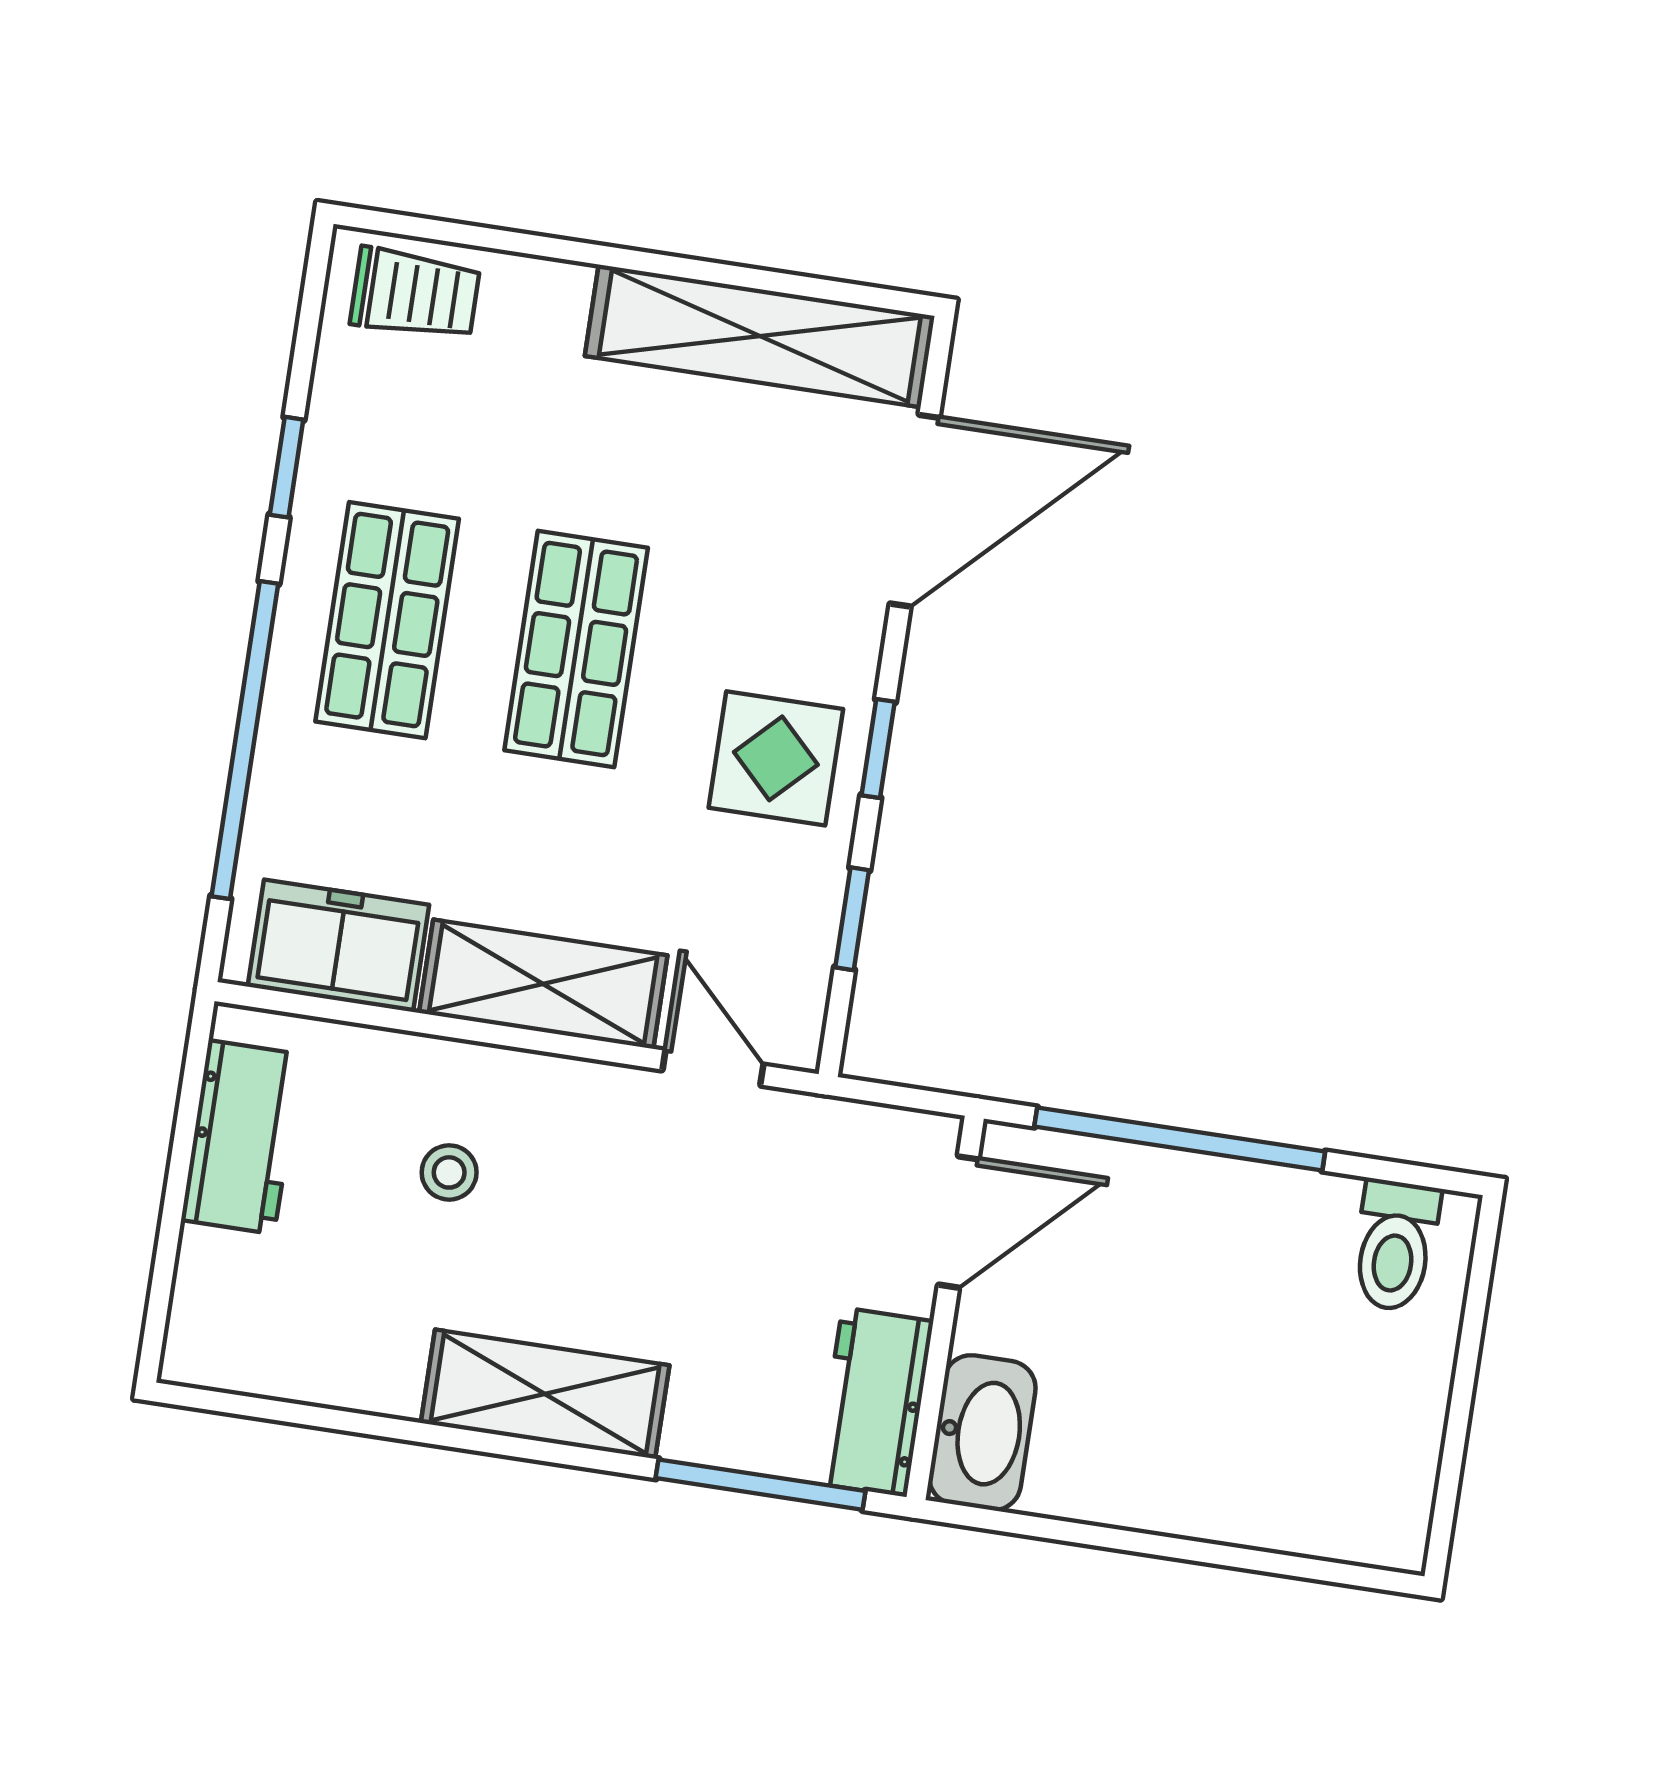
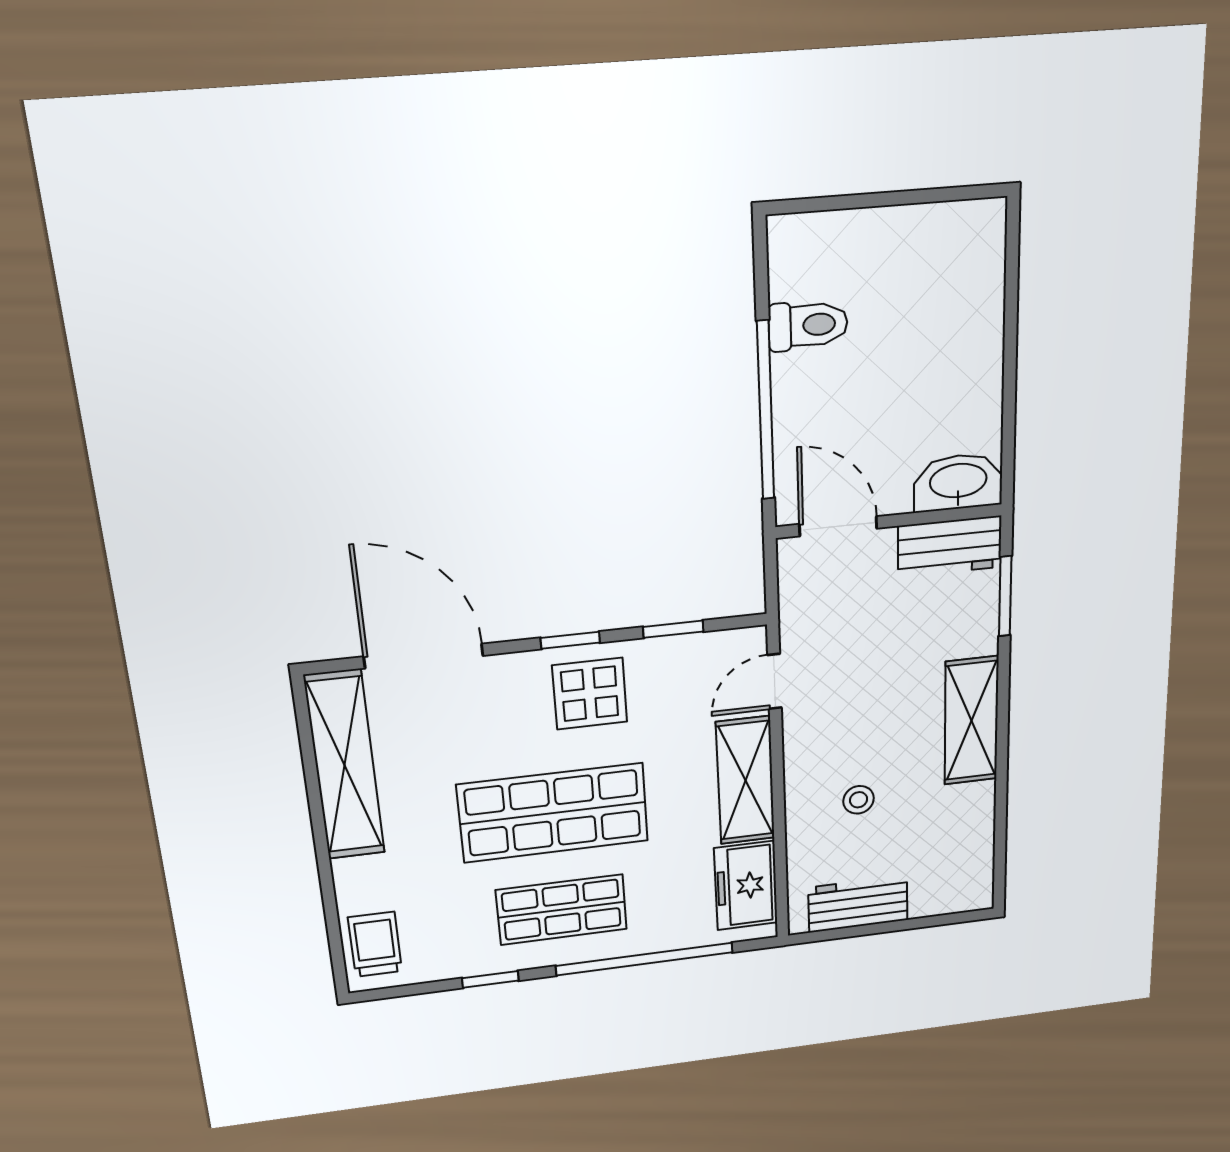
shop shelf: (576, 649) -> (553, 813), width x1.43, depth x1.36
toilet: (1395, 1246) -> (808, 325), moved
window: (761, 1485) -> (1005, 596), width x0.69

